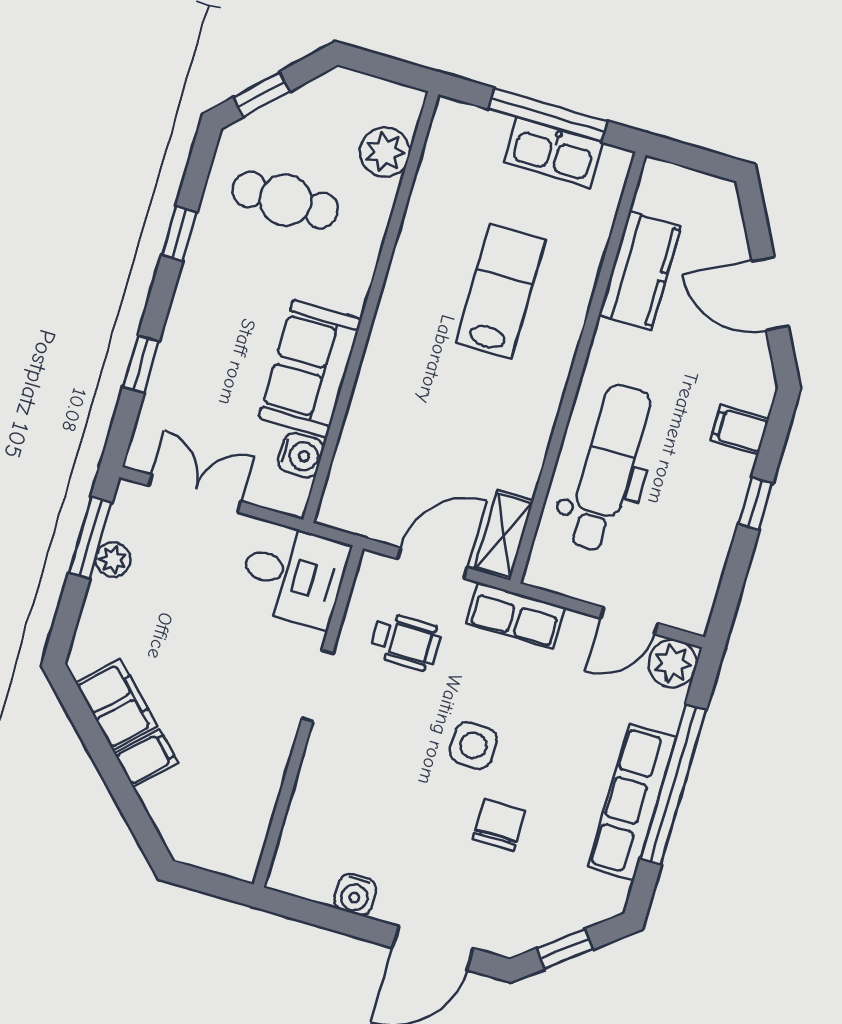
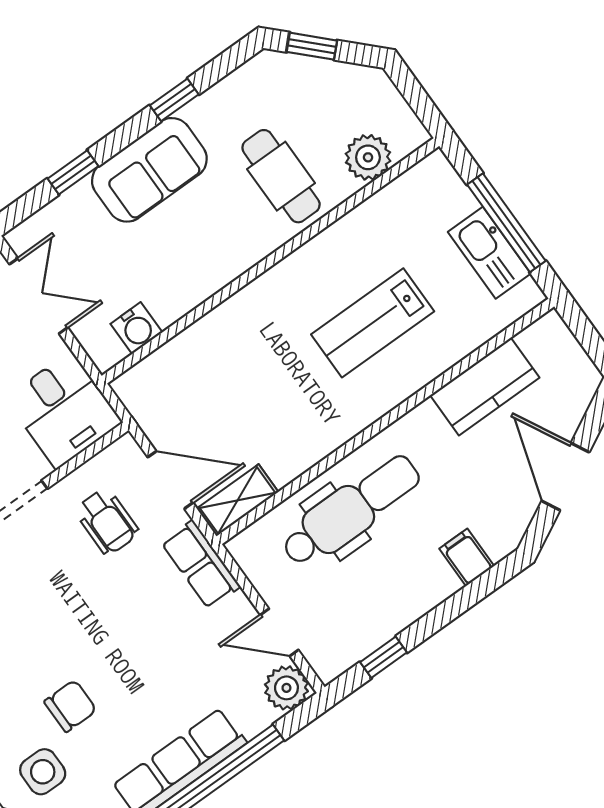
cafe table: (285, 200) -> (281, 176), moved
lab bench: (500, 291) -> (373, 323), turned 180
sofa: (310, 369) -> (149, 170), moved, turned 180
window: (755, 504) -> (383, 657), moved
side table: (473, 745) -> (43, 772), moved

